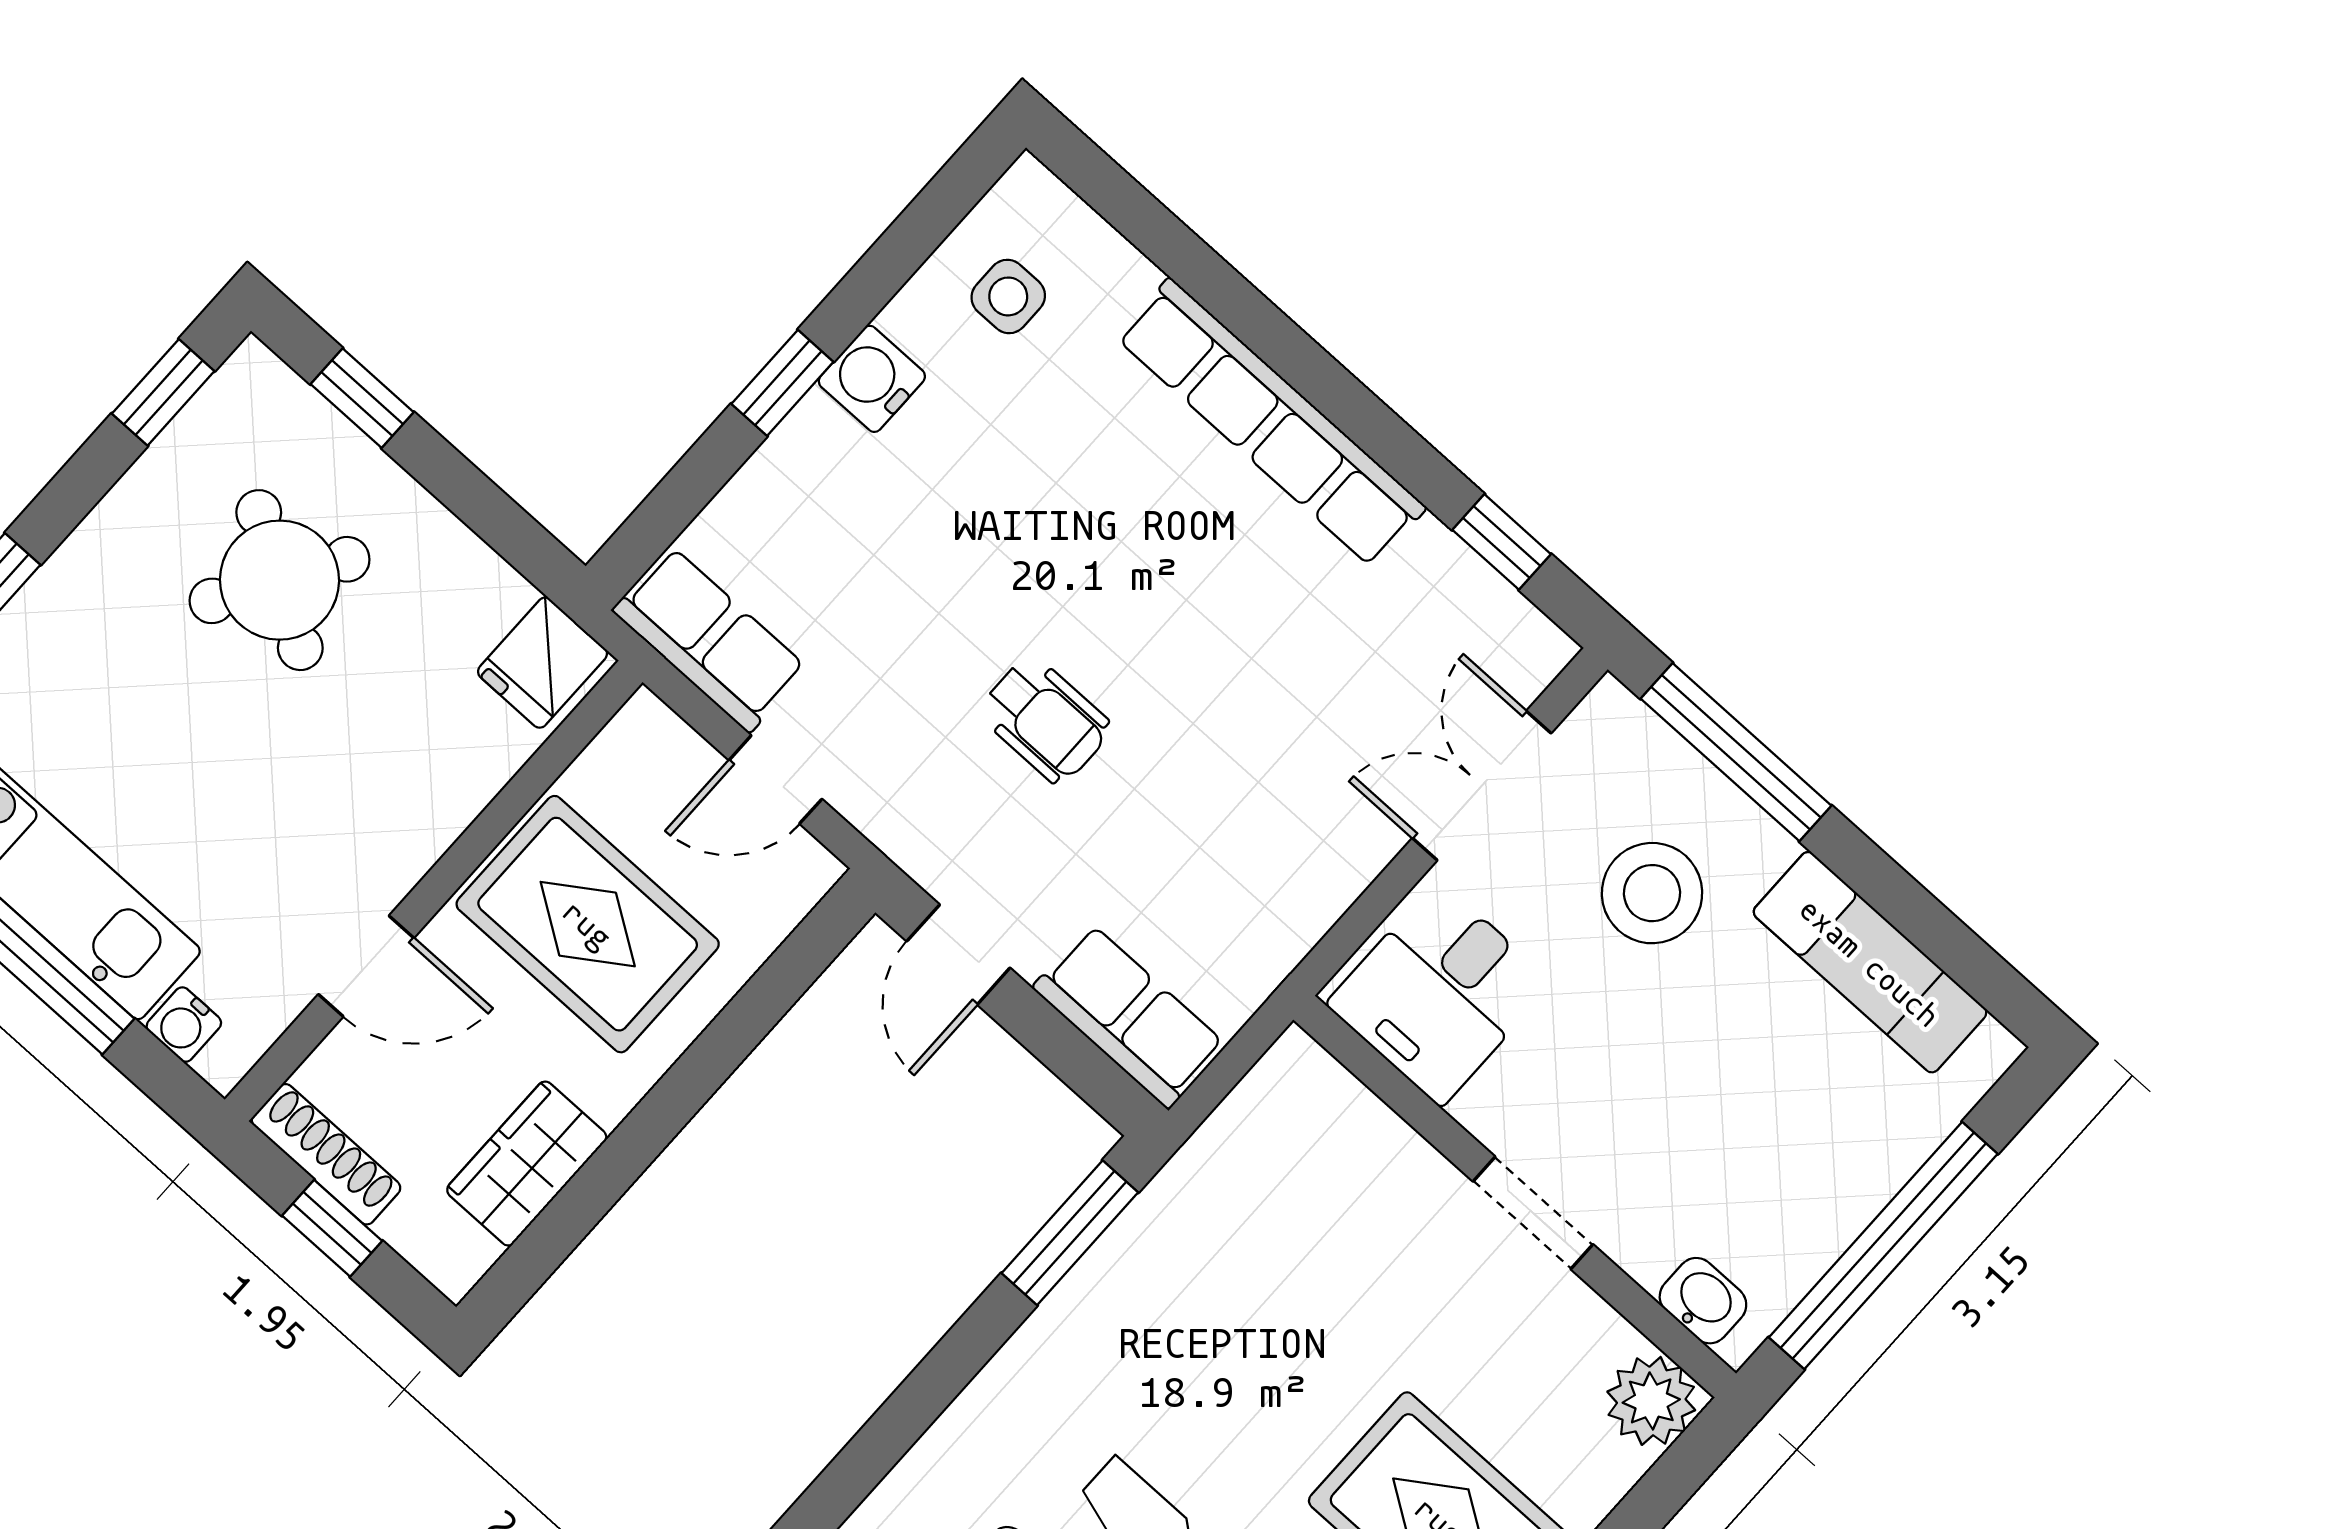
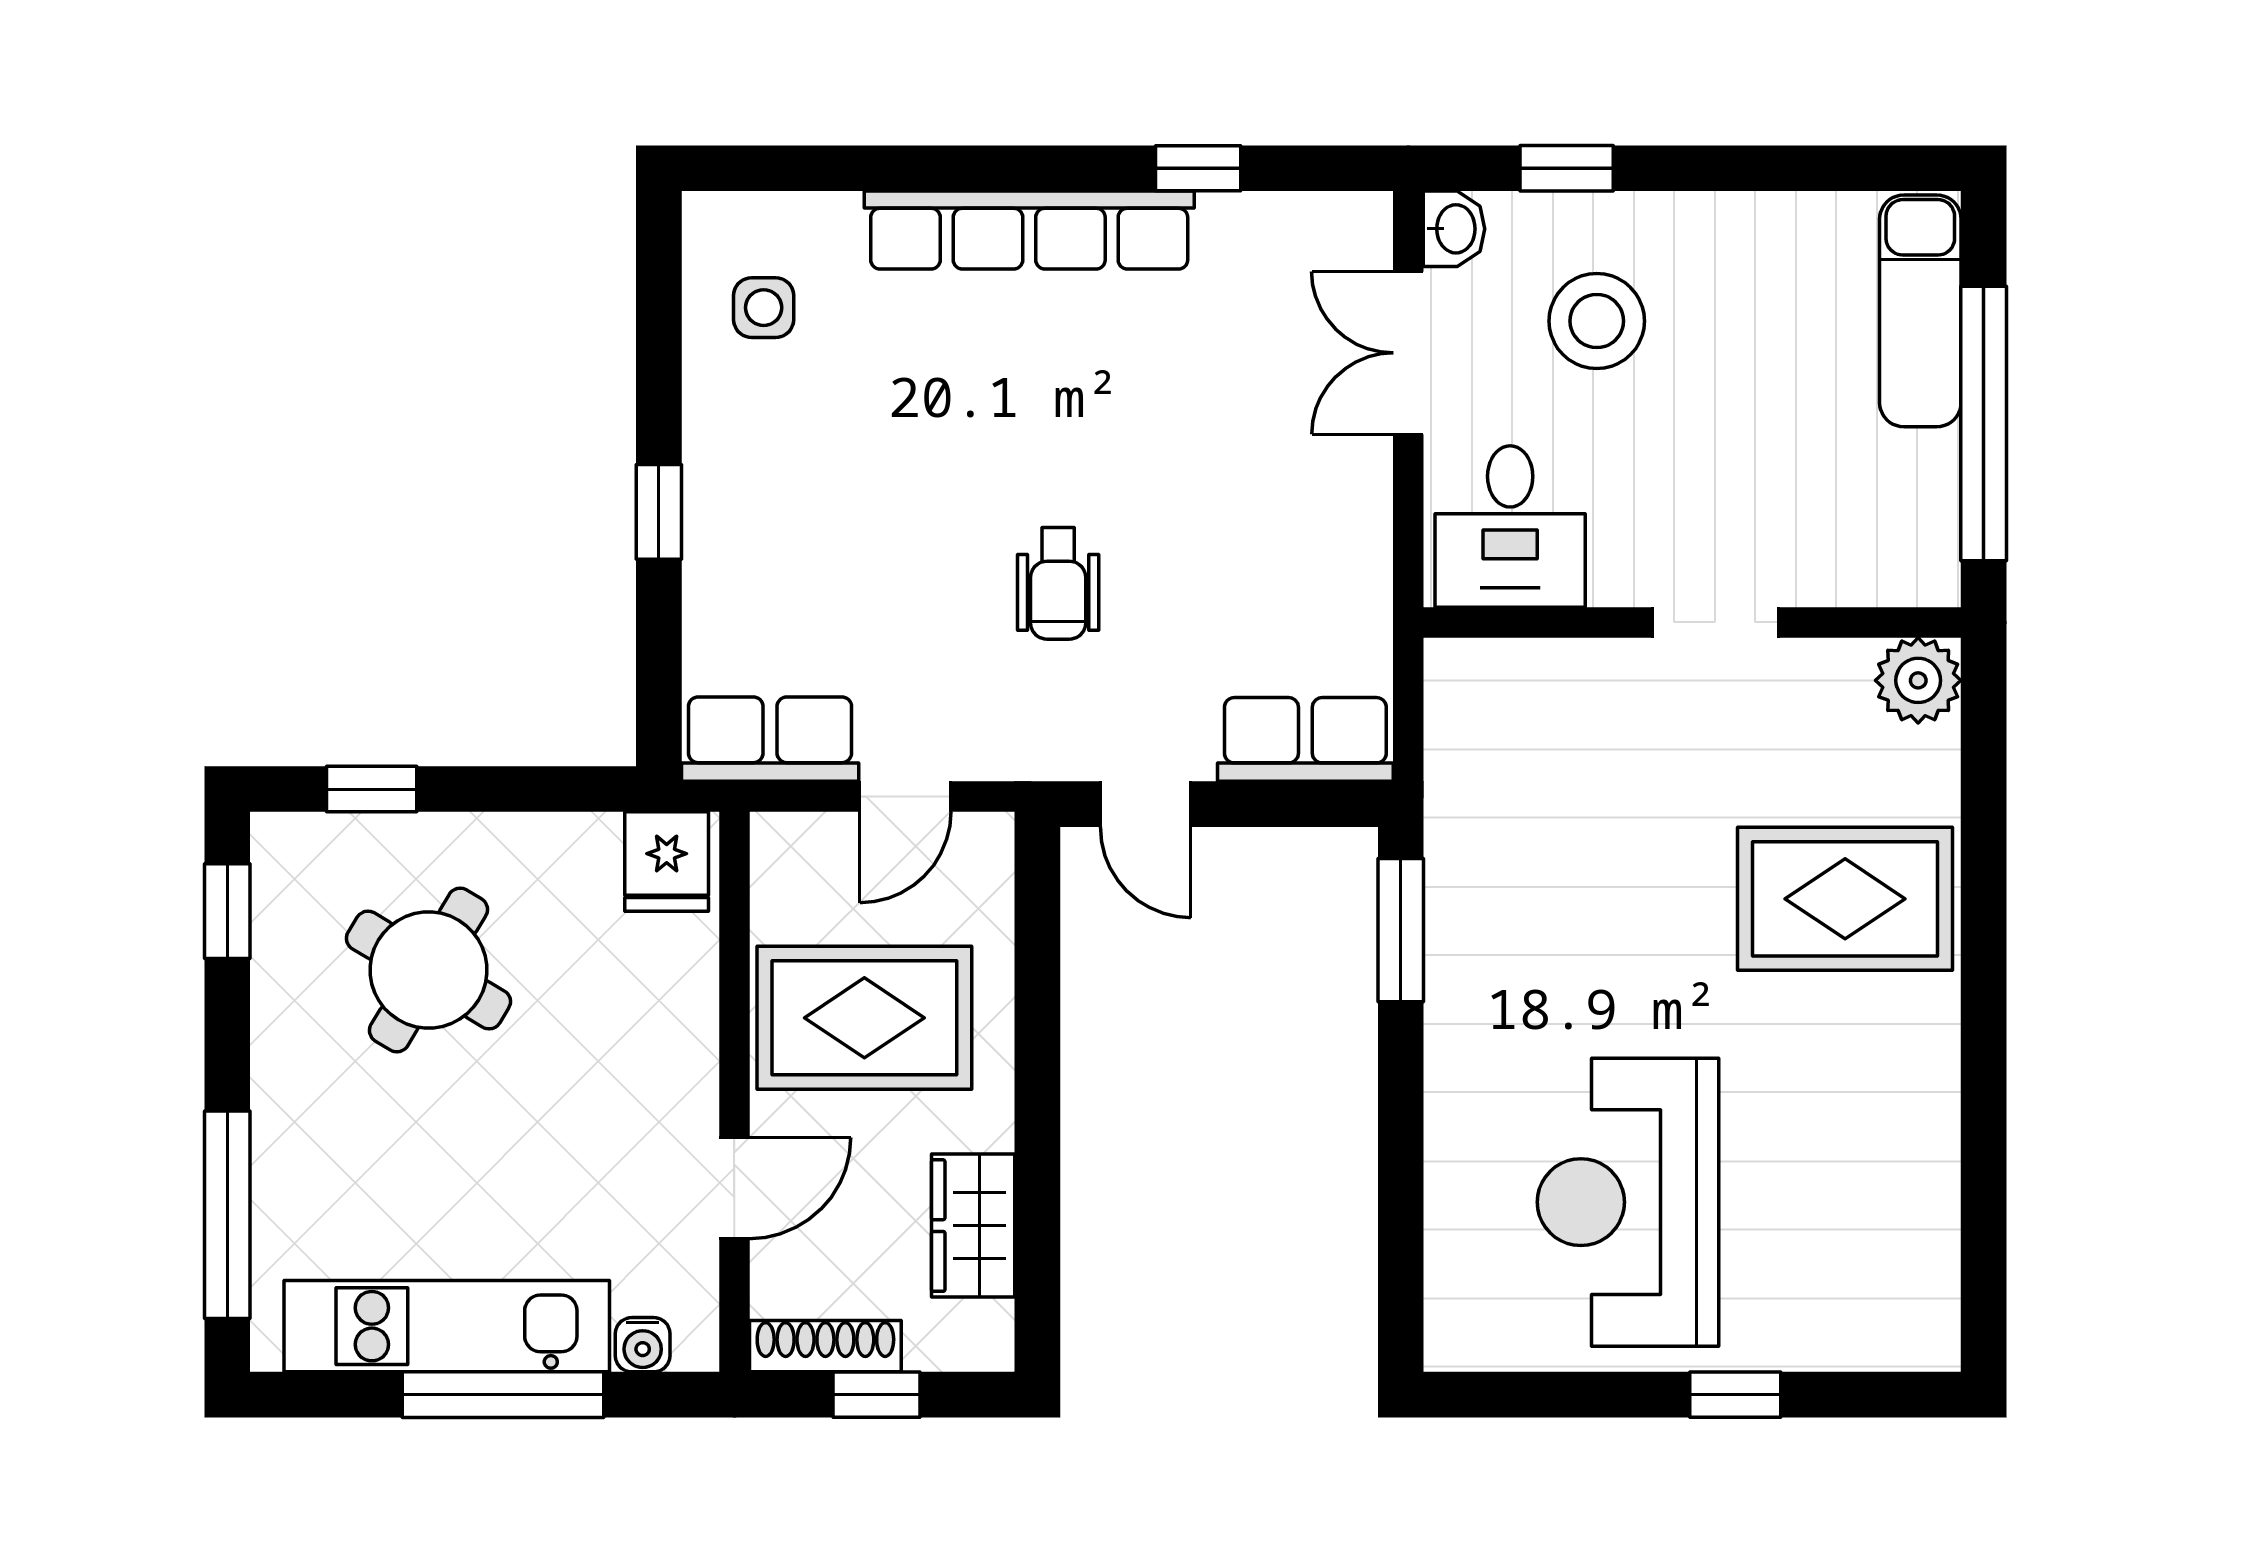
water cooler: (872, 379) -> (719, 452), removed
window: (1502, 542) -> (1198, 168), moved
wheelchair: (1045, 720) -> (1058, 583), turned 90
window: (1736, 752) -> (1567, 168), width x0.46
exam couch: (1870, 962) -> (1920, 311), moved, turned 90
washbasin: (1703, 1301) -> (1454, 229), moved, turned 90

